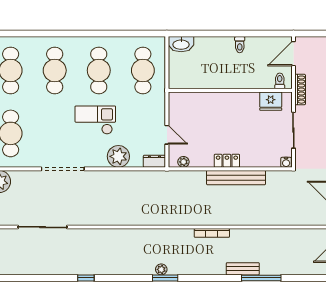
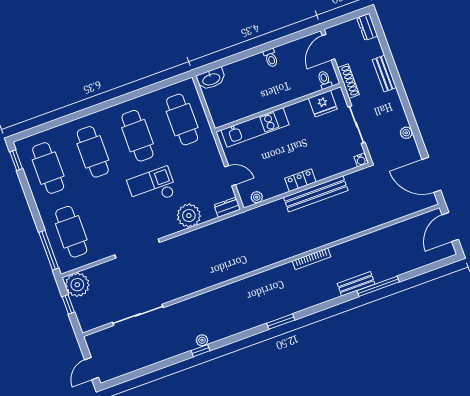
kitchen unit: (204, 100) -> (255, 127), added
plant: (161, 269) -> (202, 340), moved

